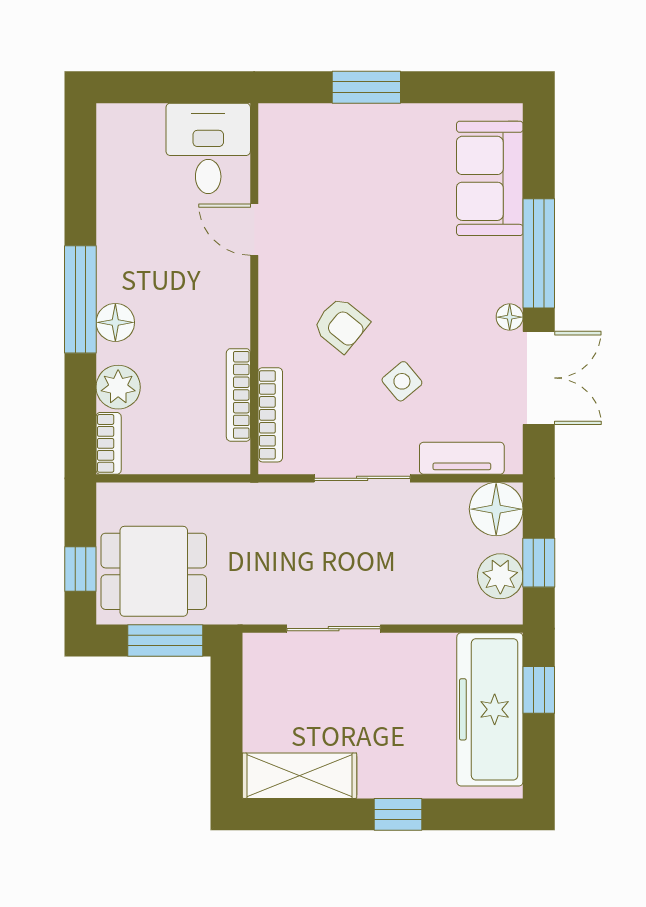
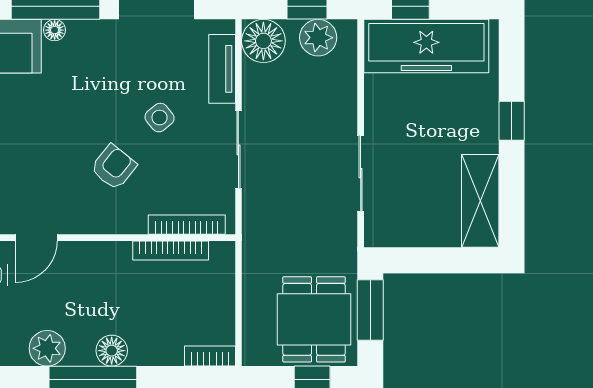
floor lamp: (510, 317) -> (55, 30), moved
plant: (118, 387) -> (47, 348), moved

